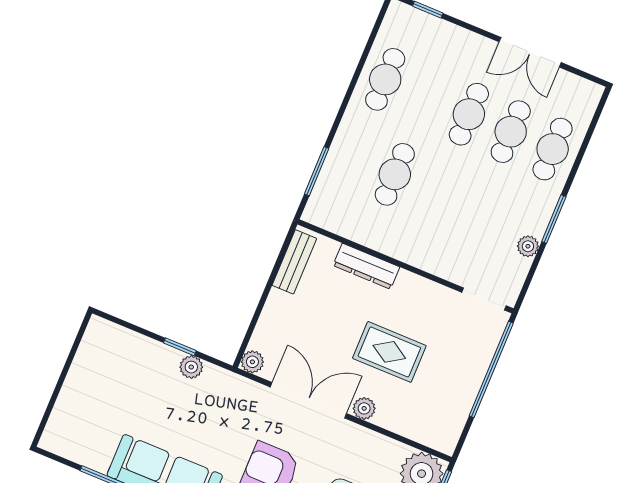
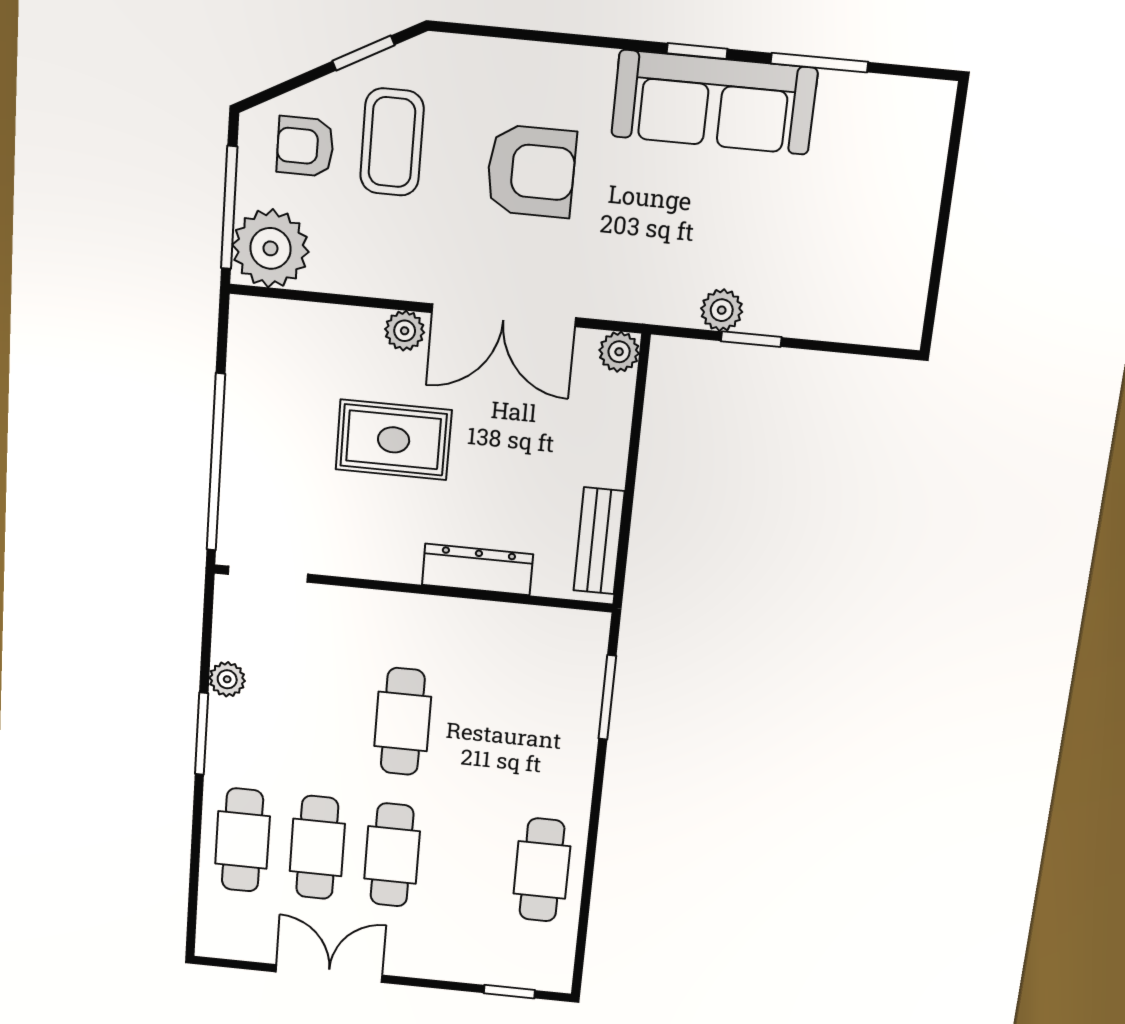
cafe table: (395, 174) -> (403, 722), moved

